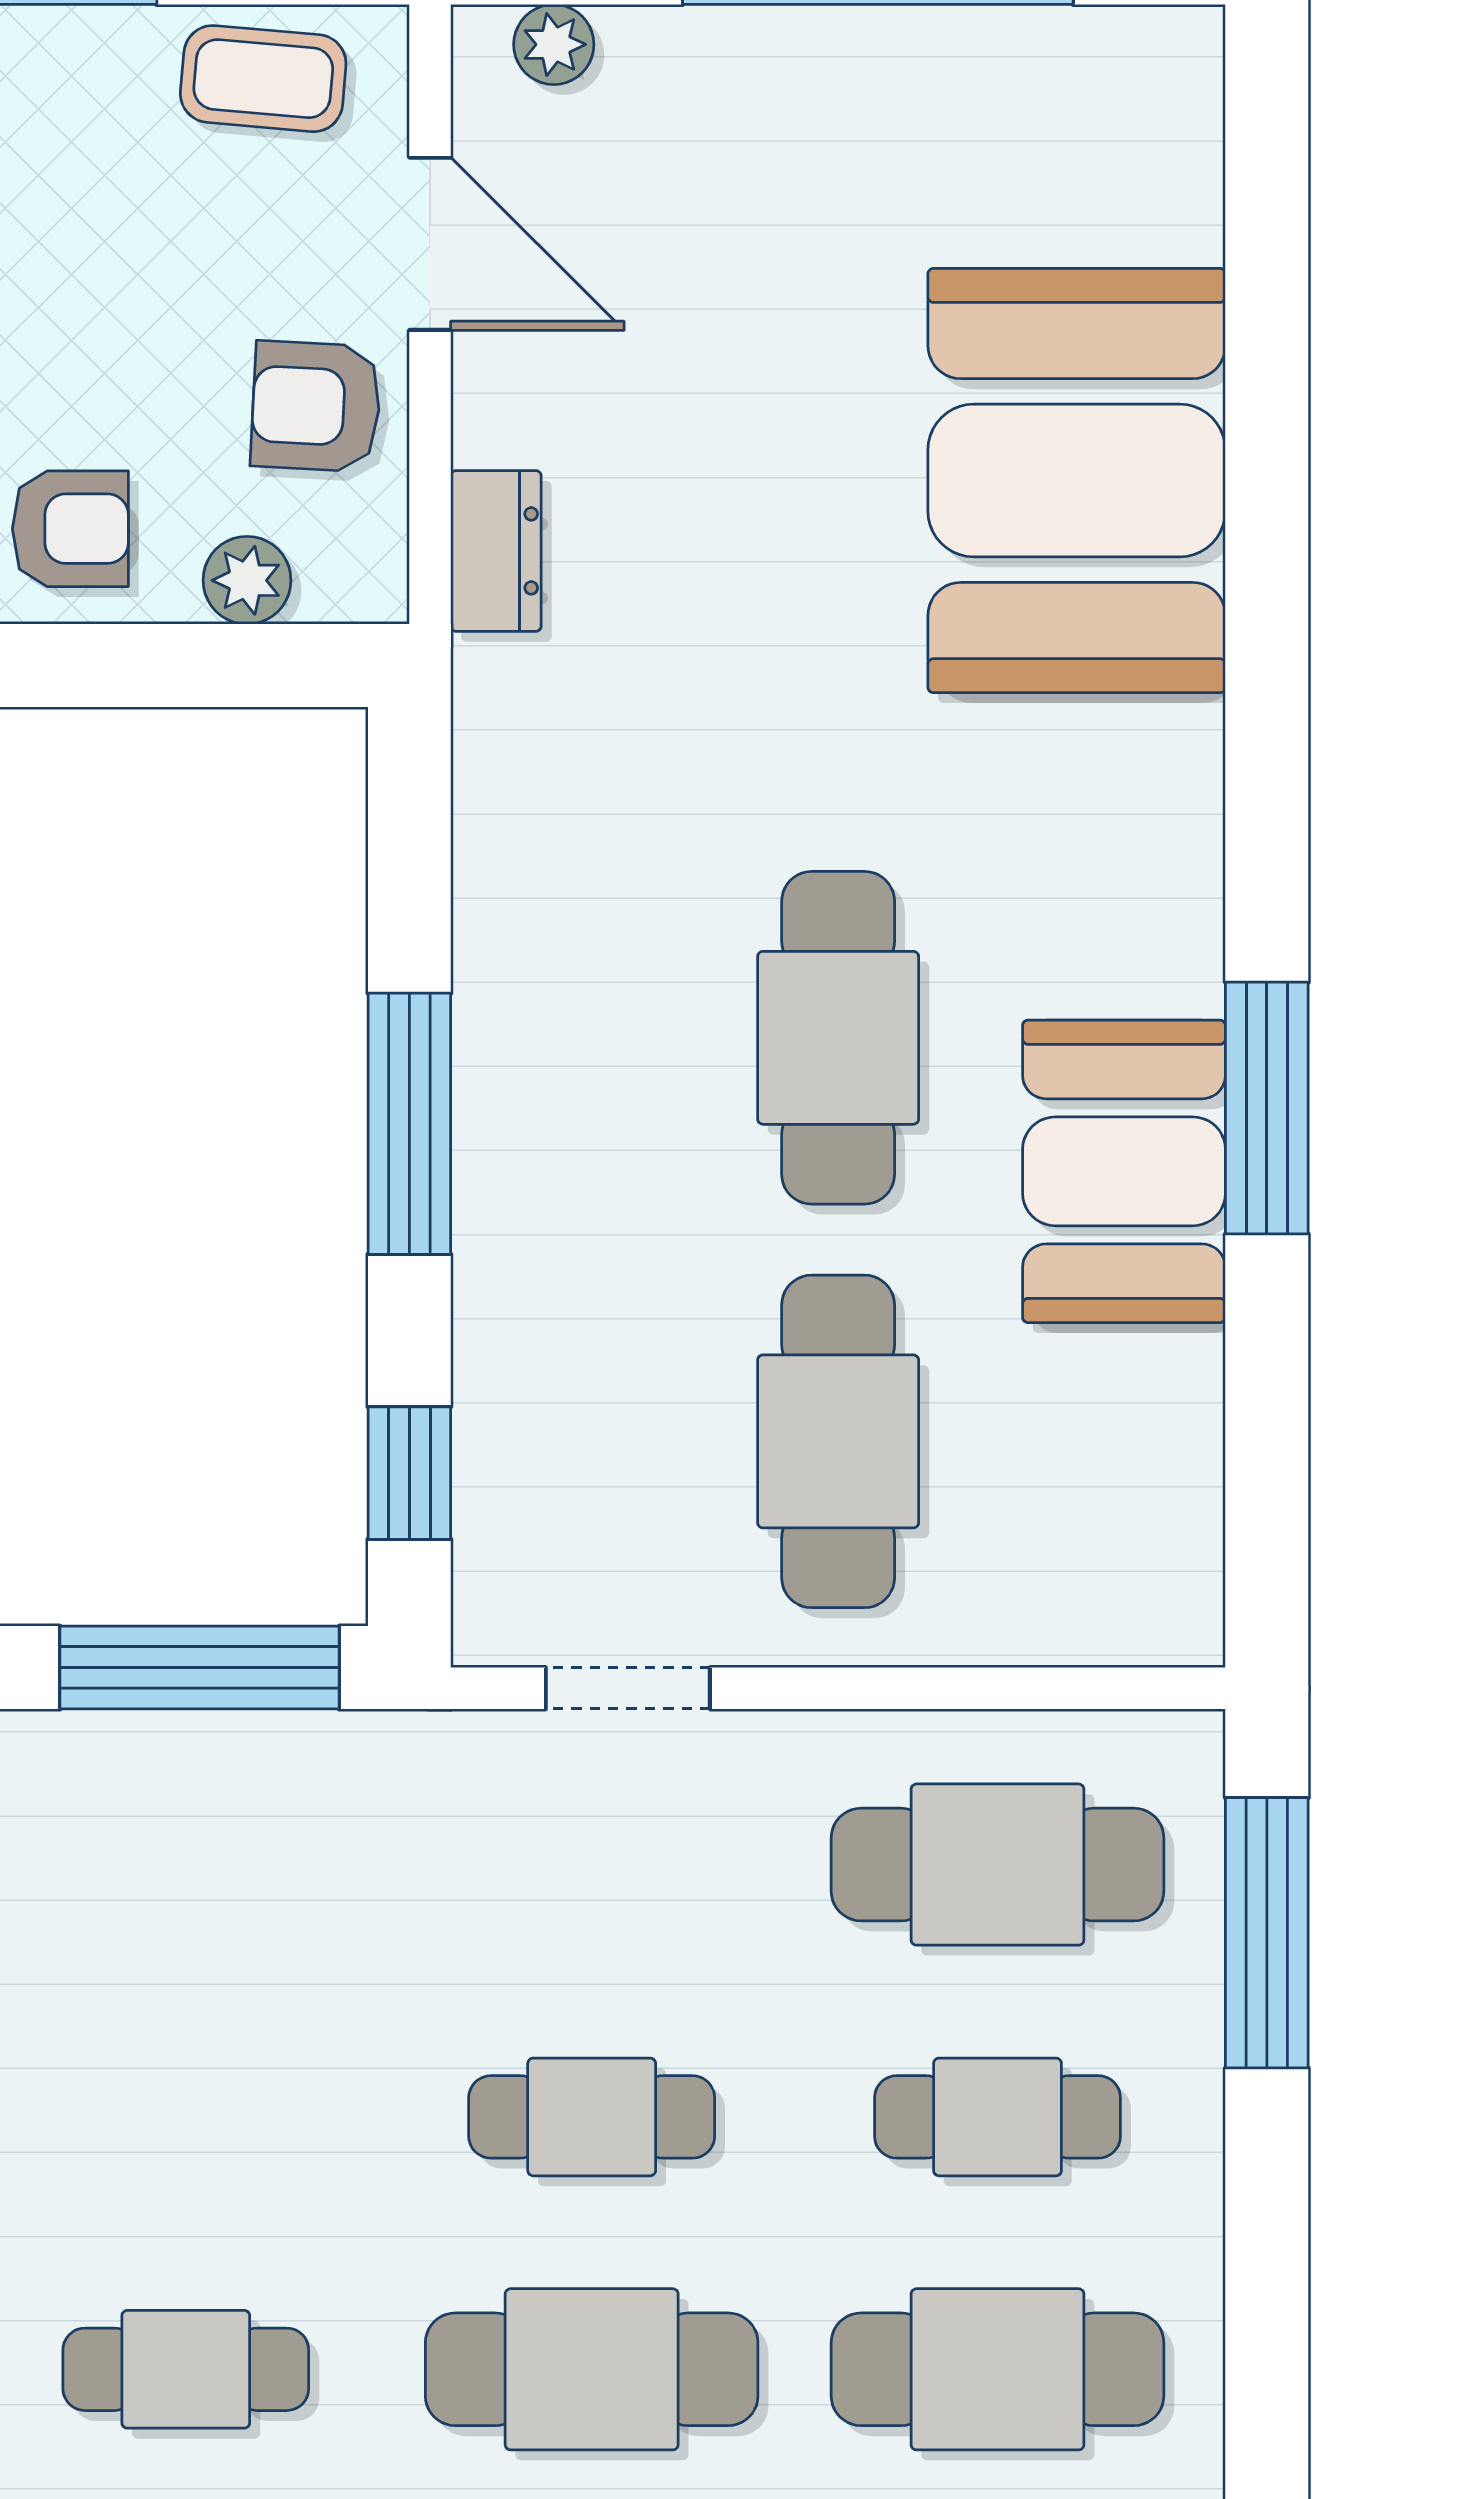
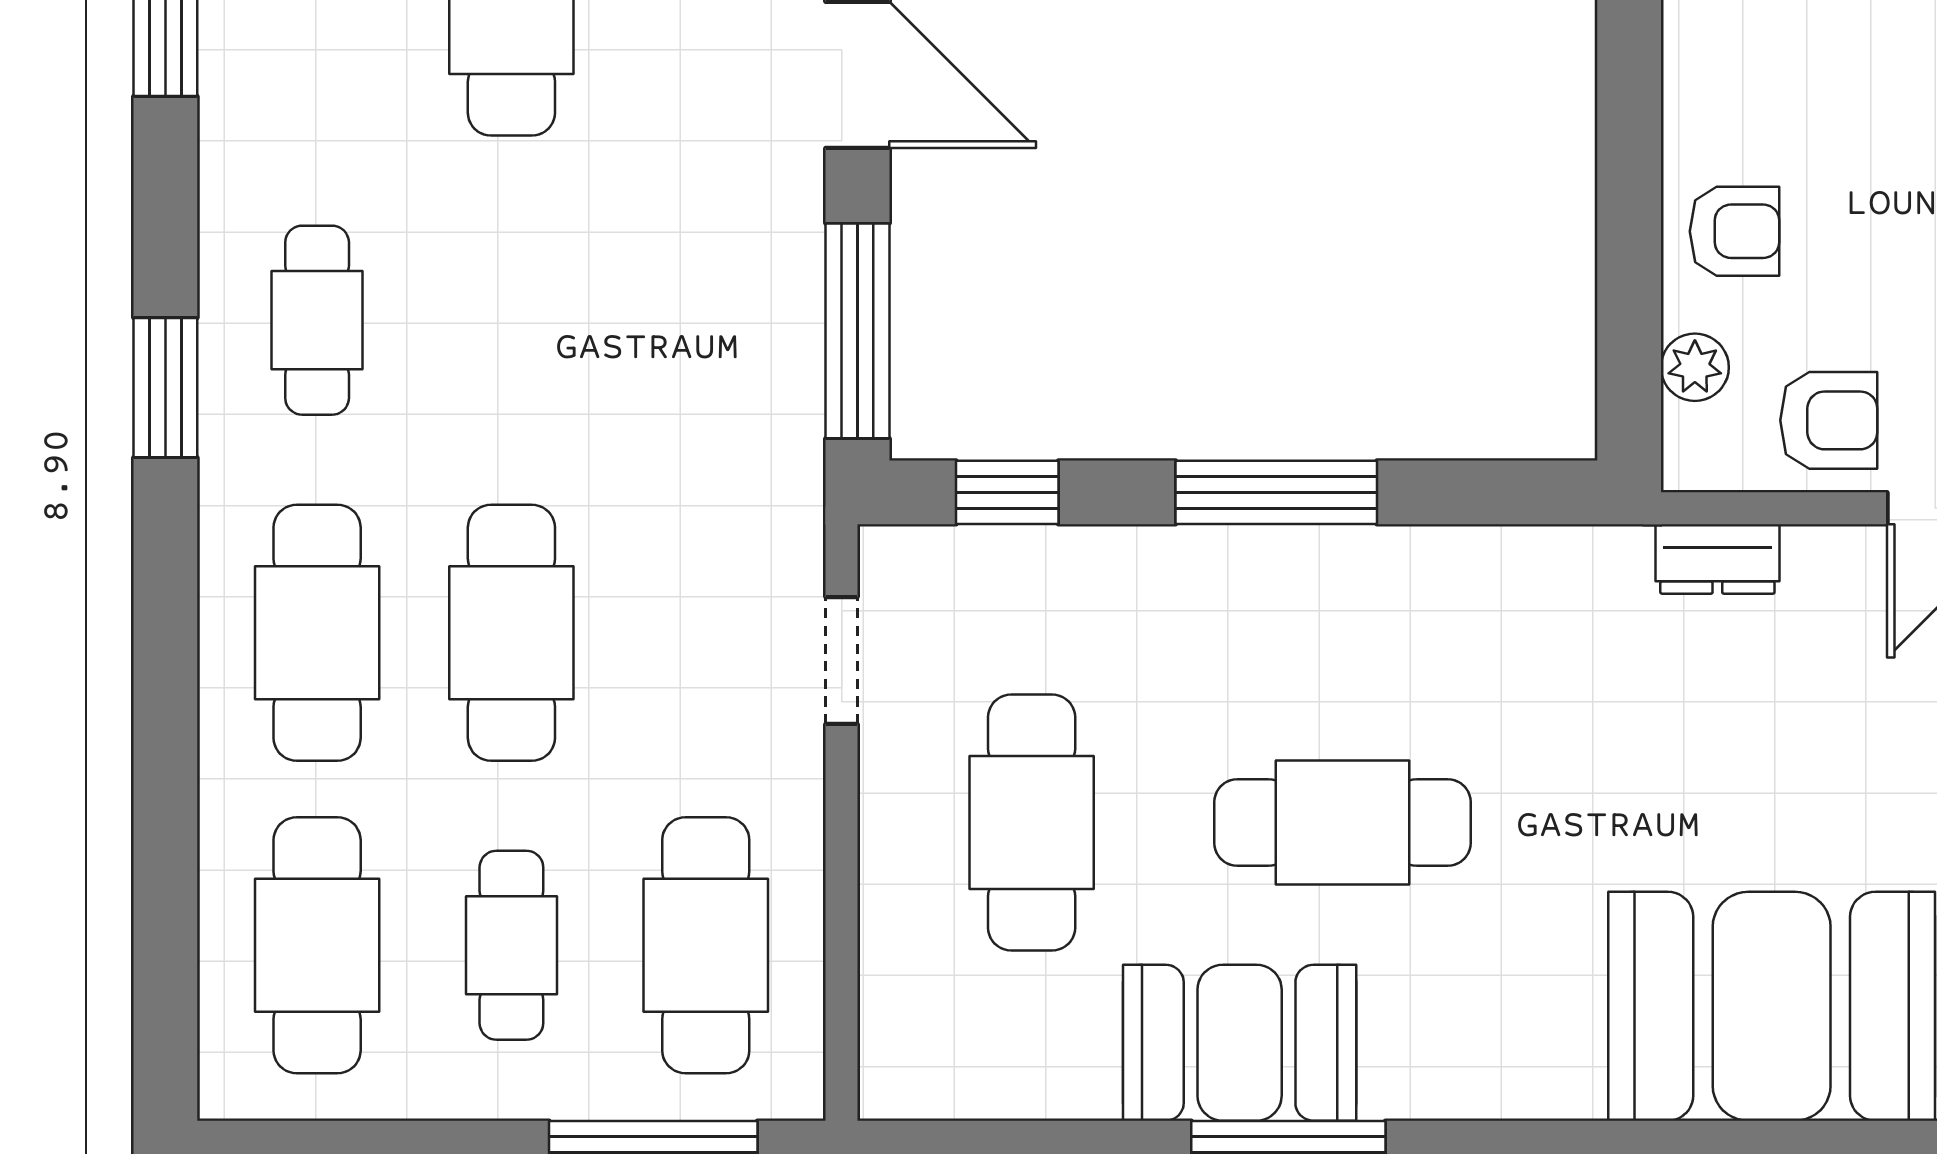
armchair: (316, 406) -> (1829, 420), turned 87
armchair: (70, 529) -> (1735, 231), turned -90
cafe table: (838, 1441) -> (1032, 823), turned 90
cafe table: (592, 2117) -> (511, 633), width x1.37, depth x1.35

